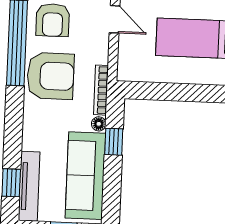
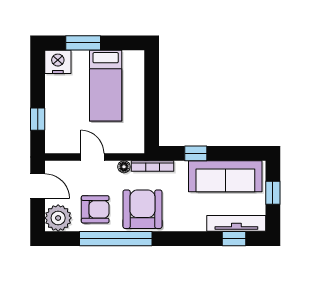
door: (115, 19) -> (92, 157), hinge flipped
floor lamp: (99, 124) -> (124, 167), moved

